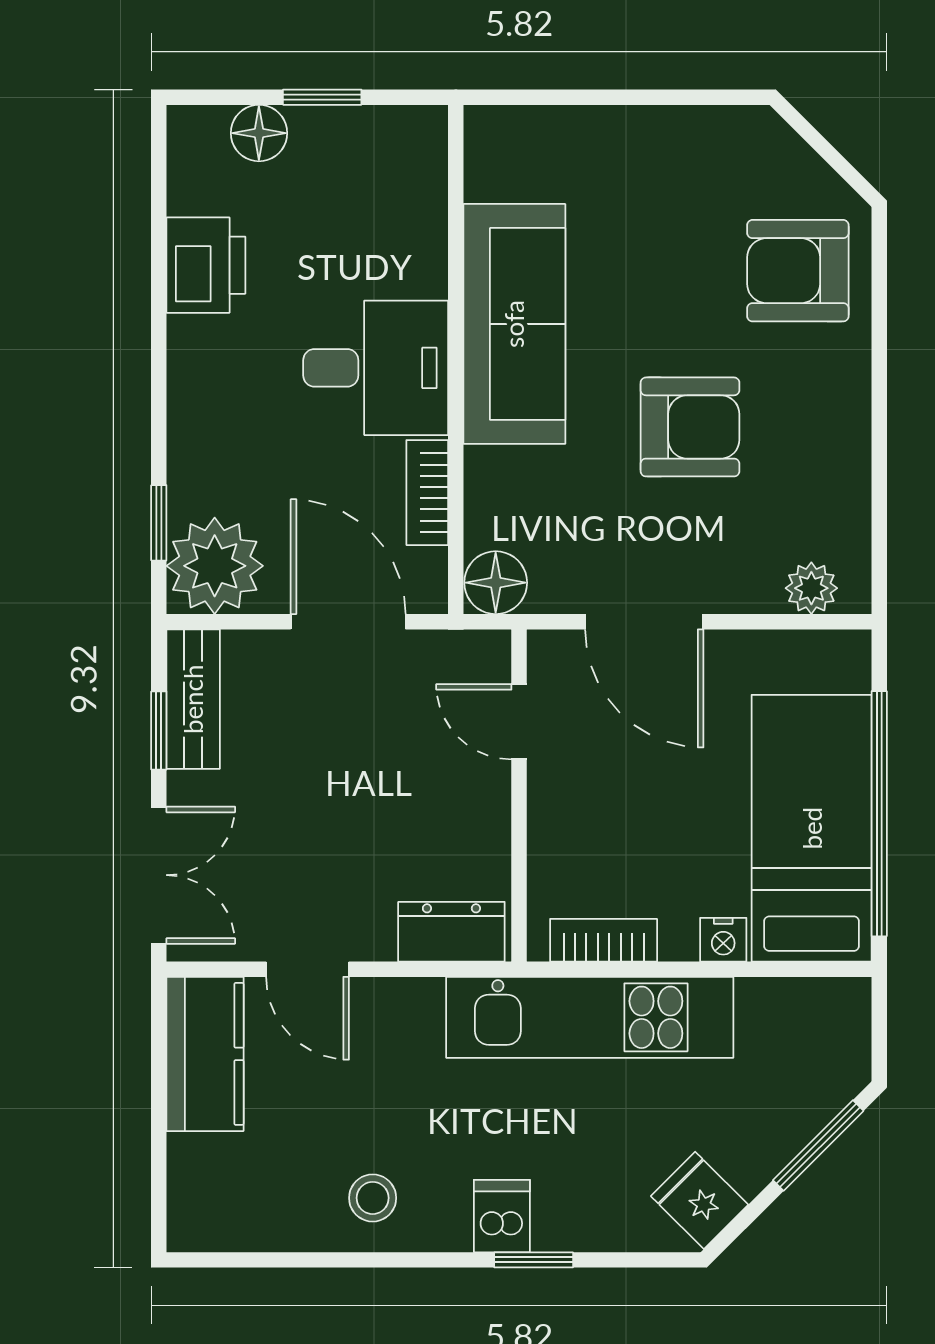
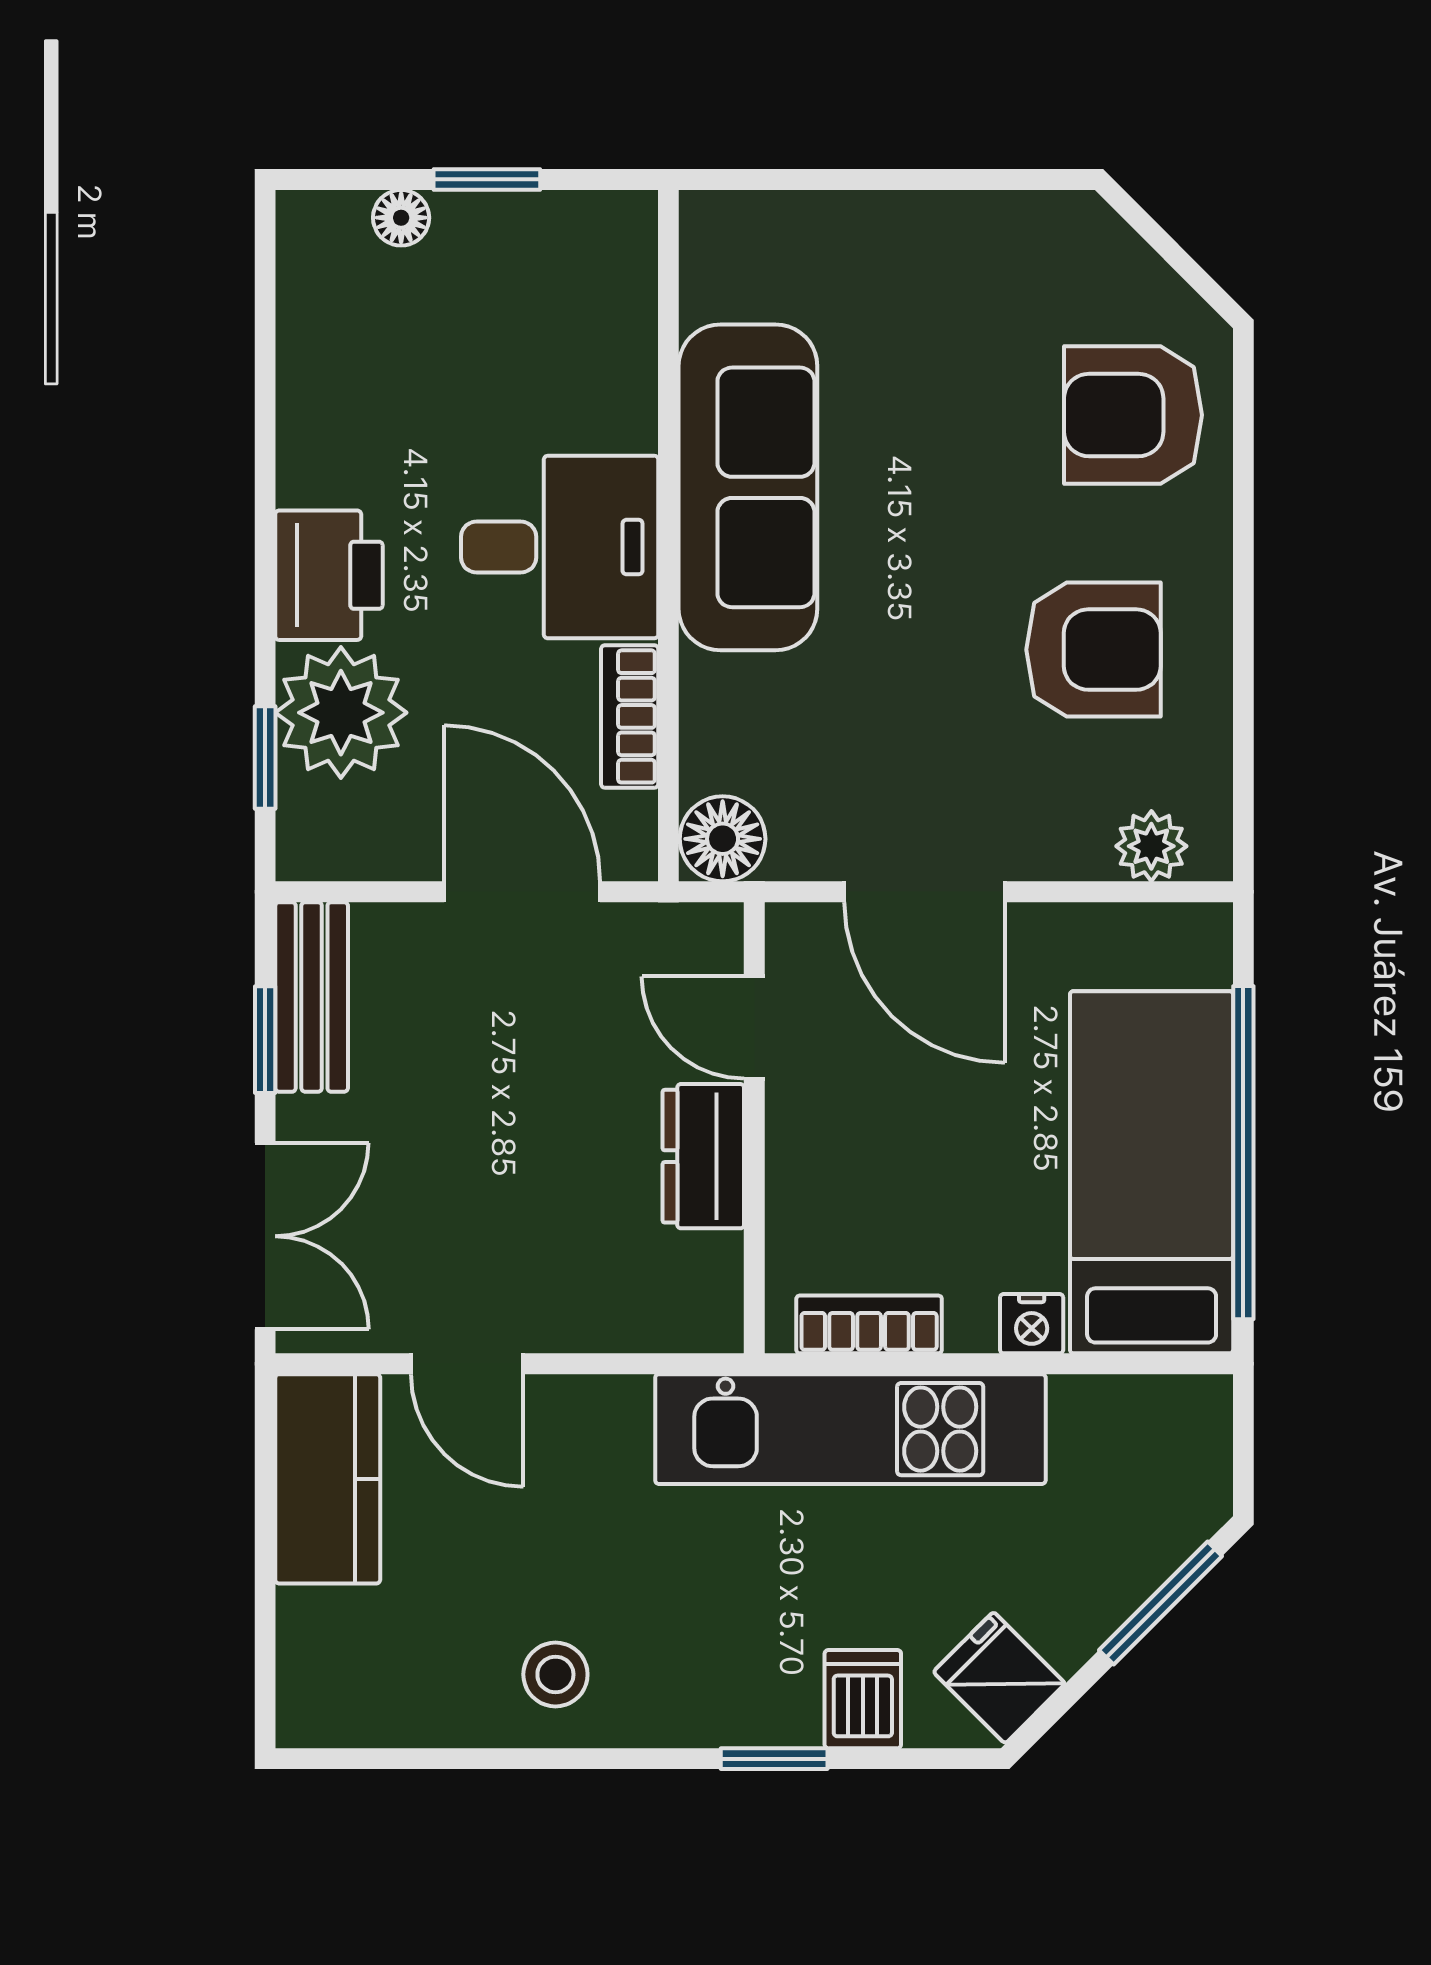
floor lamp: (259, 133) -> (401, 218), width x0.73, depth x0.73
printer: (206, 265) -> (329, 575), moved
armchair: (690, 427) -> (1093, 650), moved
plant: (215, 566) -> (341, 713), moved
dresser: (451, 932) -> (703, 1156), moved, turned -90
dishwasher: (502, 1216) -> (863, 1699), moved

